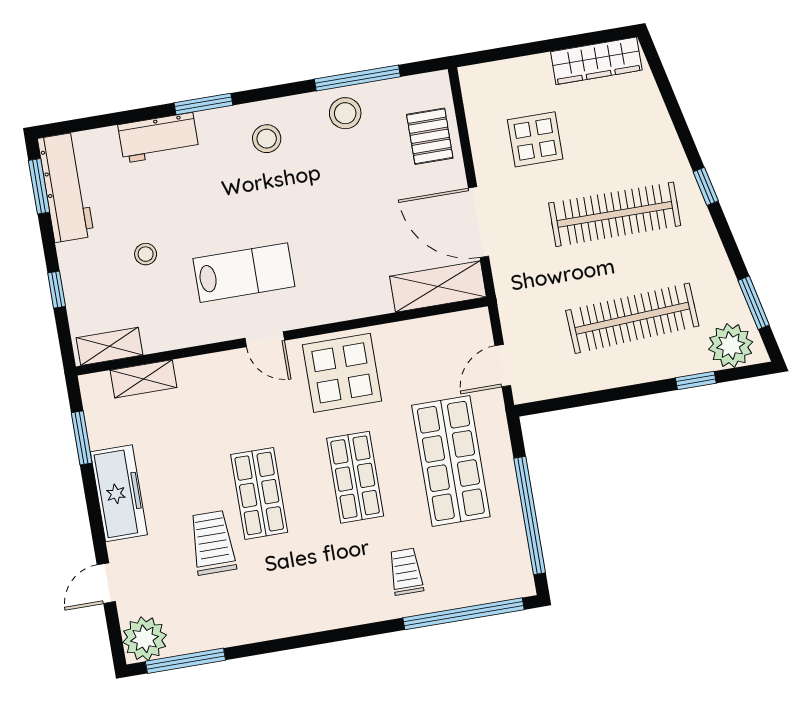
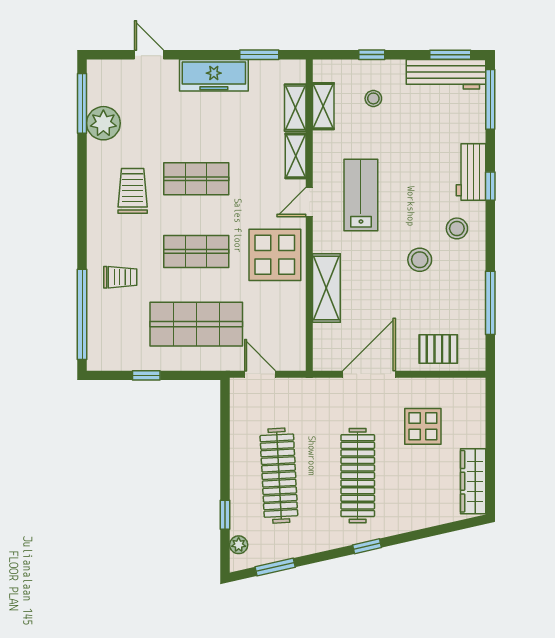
window: (203, 104) -> (490, 186), width x0.67
stool: (345, 113) -> (420, 260), moved
window: (89, 123) -> (490, 99), added
workbench: (158, 138) -> (471, 172), moved
stool: (146, 254) -> (373, 98), moved
lab bench: (244, 273) -> (361, 195), turned 180
shelving: (438, 287) -> (326, 288), moved
shelving: (109, 346) -> (323, 106), moved
plant: (731, 346) -> (239, 545), width x0.53, depth x0.53
shelving: (207, 368) -> (296, 156), added
window: (530, 515) -> (146, 375), width x0.32
trolley: (213, 543) -> (133, 191), moved, turned -90
plant: (145, 639) -> (103, 123), moved

